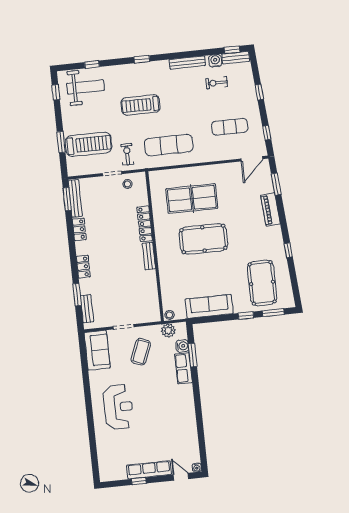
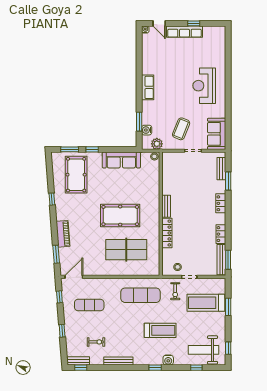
water cooler: (215, 61) -> (168, 360), moved
row of seats: (183, 368) -> (148, 87), moved

